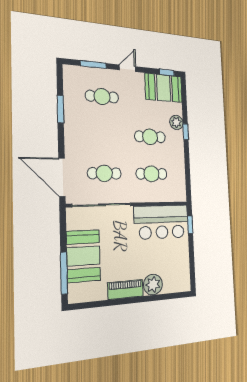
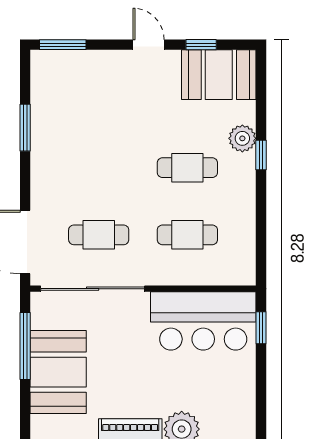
window: (93, 64) -> (63, 45), moved
door: (128, 68) -> (148, 45), hinge flipped
window: (167, 72) -> (201, 45), moved
cafe table: (102, 97) -> (99, 101), removed
window: (64, 273) -> (25, 346), moved

